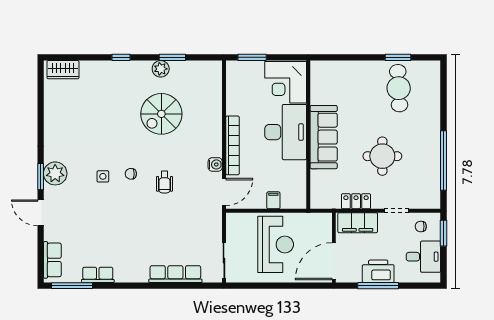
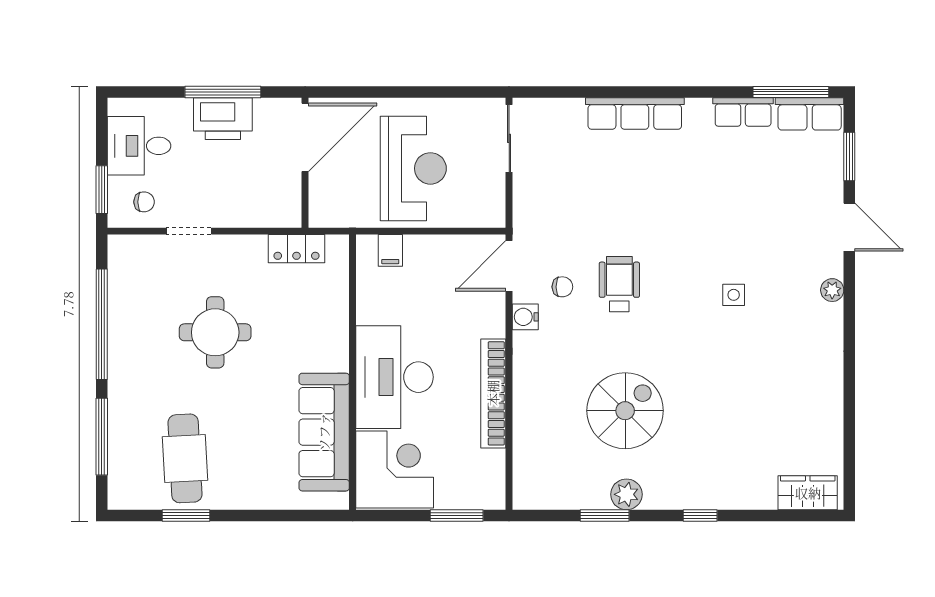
window: (444, 100) -> (102, 437), added
sofa: (324, 137) -> (324, 432), moved
bookcase: (232, 145) -> (493, 393), moved
plant: (55, 173) -> (832, 290), width x0.53, depth x0.53
chair: (131, 174) -> (562, 287), moved
window: (41, 177) -> (849, 156), moved
wheelchair: (165, 182) -> (619, 284), width x1.36, depth x1.37
filing cabinet: (273, 200) -> (390, 250), moved
locker: (356, 201) -> (297, 249), moved
filing cabinet: (358, 223) -> (261, 209), removed
reception desk: (276, 244) -> (413, 168), turned 180
row of seats: (52, 260) -> (810, 114), moved, turned -90
row of seats: (175, 274) -> (635, 113), moved

